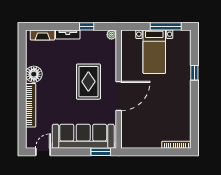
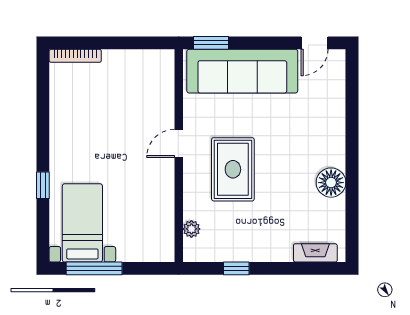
tv unit: (68, 34) -> (270, 254), removed
plant: (112, 35) -> (191, 229), moved
bed with nightstands: (154, 52) -> (82, 223), moved
door: (119, 96) -> (179, 143), width x0.53
bookcase: (31, 105) -> (337, 127), removed

